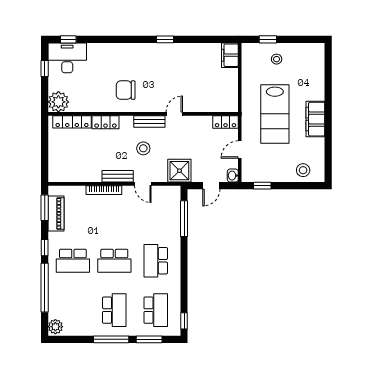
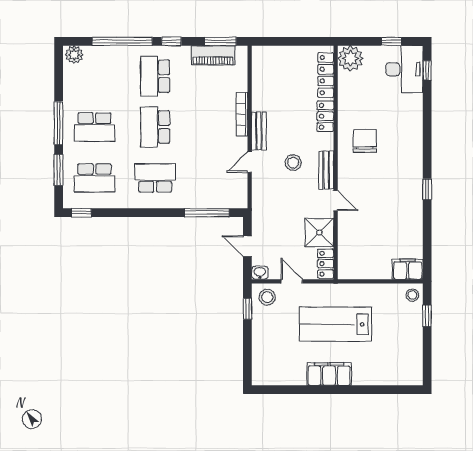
stool: (277, 59) -> (412, 295), moved
stool: (303, 170) -> (267, 297), moved
shower: (179, 171) -> (319, 233), moved

